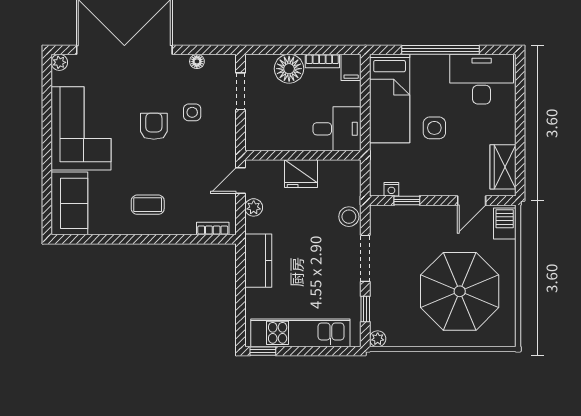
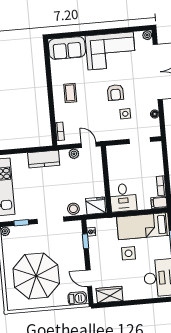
floor lamp: (289, 69) -> (155, 167), removed
armchair: (154, 126) -> (115, 93), turned 90
fridge: (301, 174) -> (96, 206), moved, turned 90

